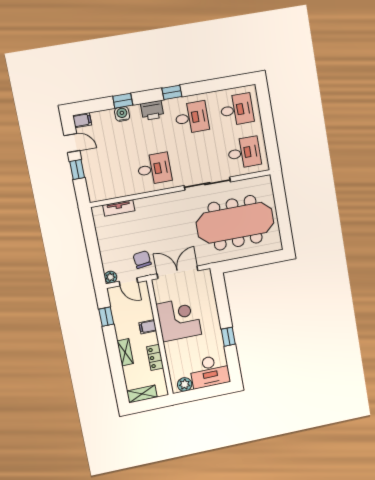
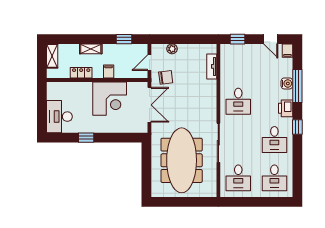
window: (123, 101) -> (297, 86), width x2.17
door: (72, 143) -> (271, 39), hinge flipped
window: (77, 170) -> (238, 39), moved
plant: (111, 277) -> (172, 49), moved
plant: (185, 384) -> (53, 93), removed

